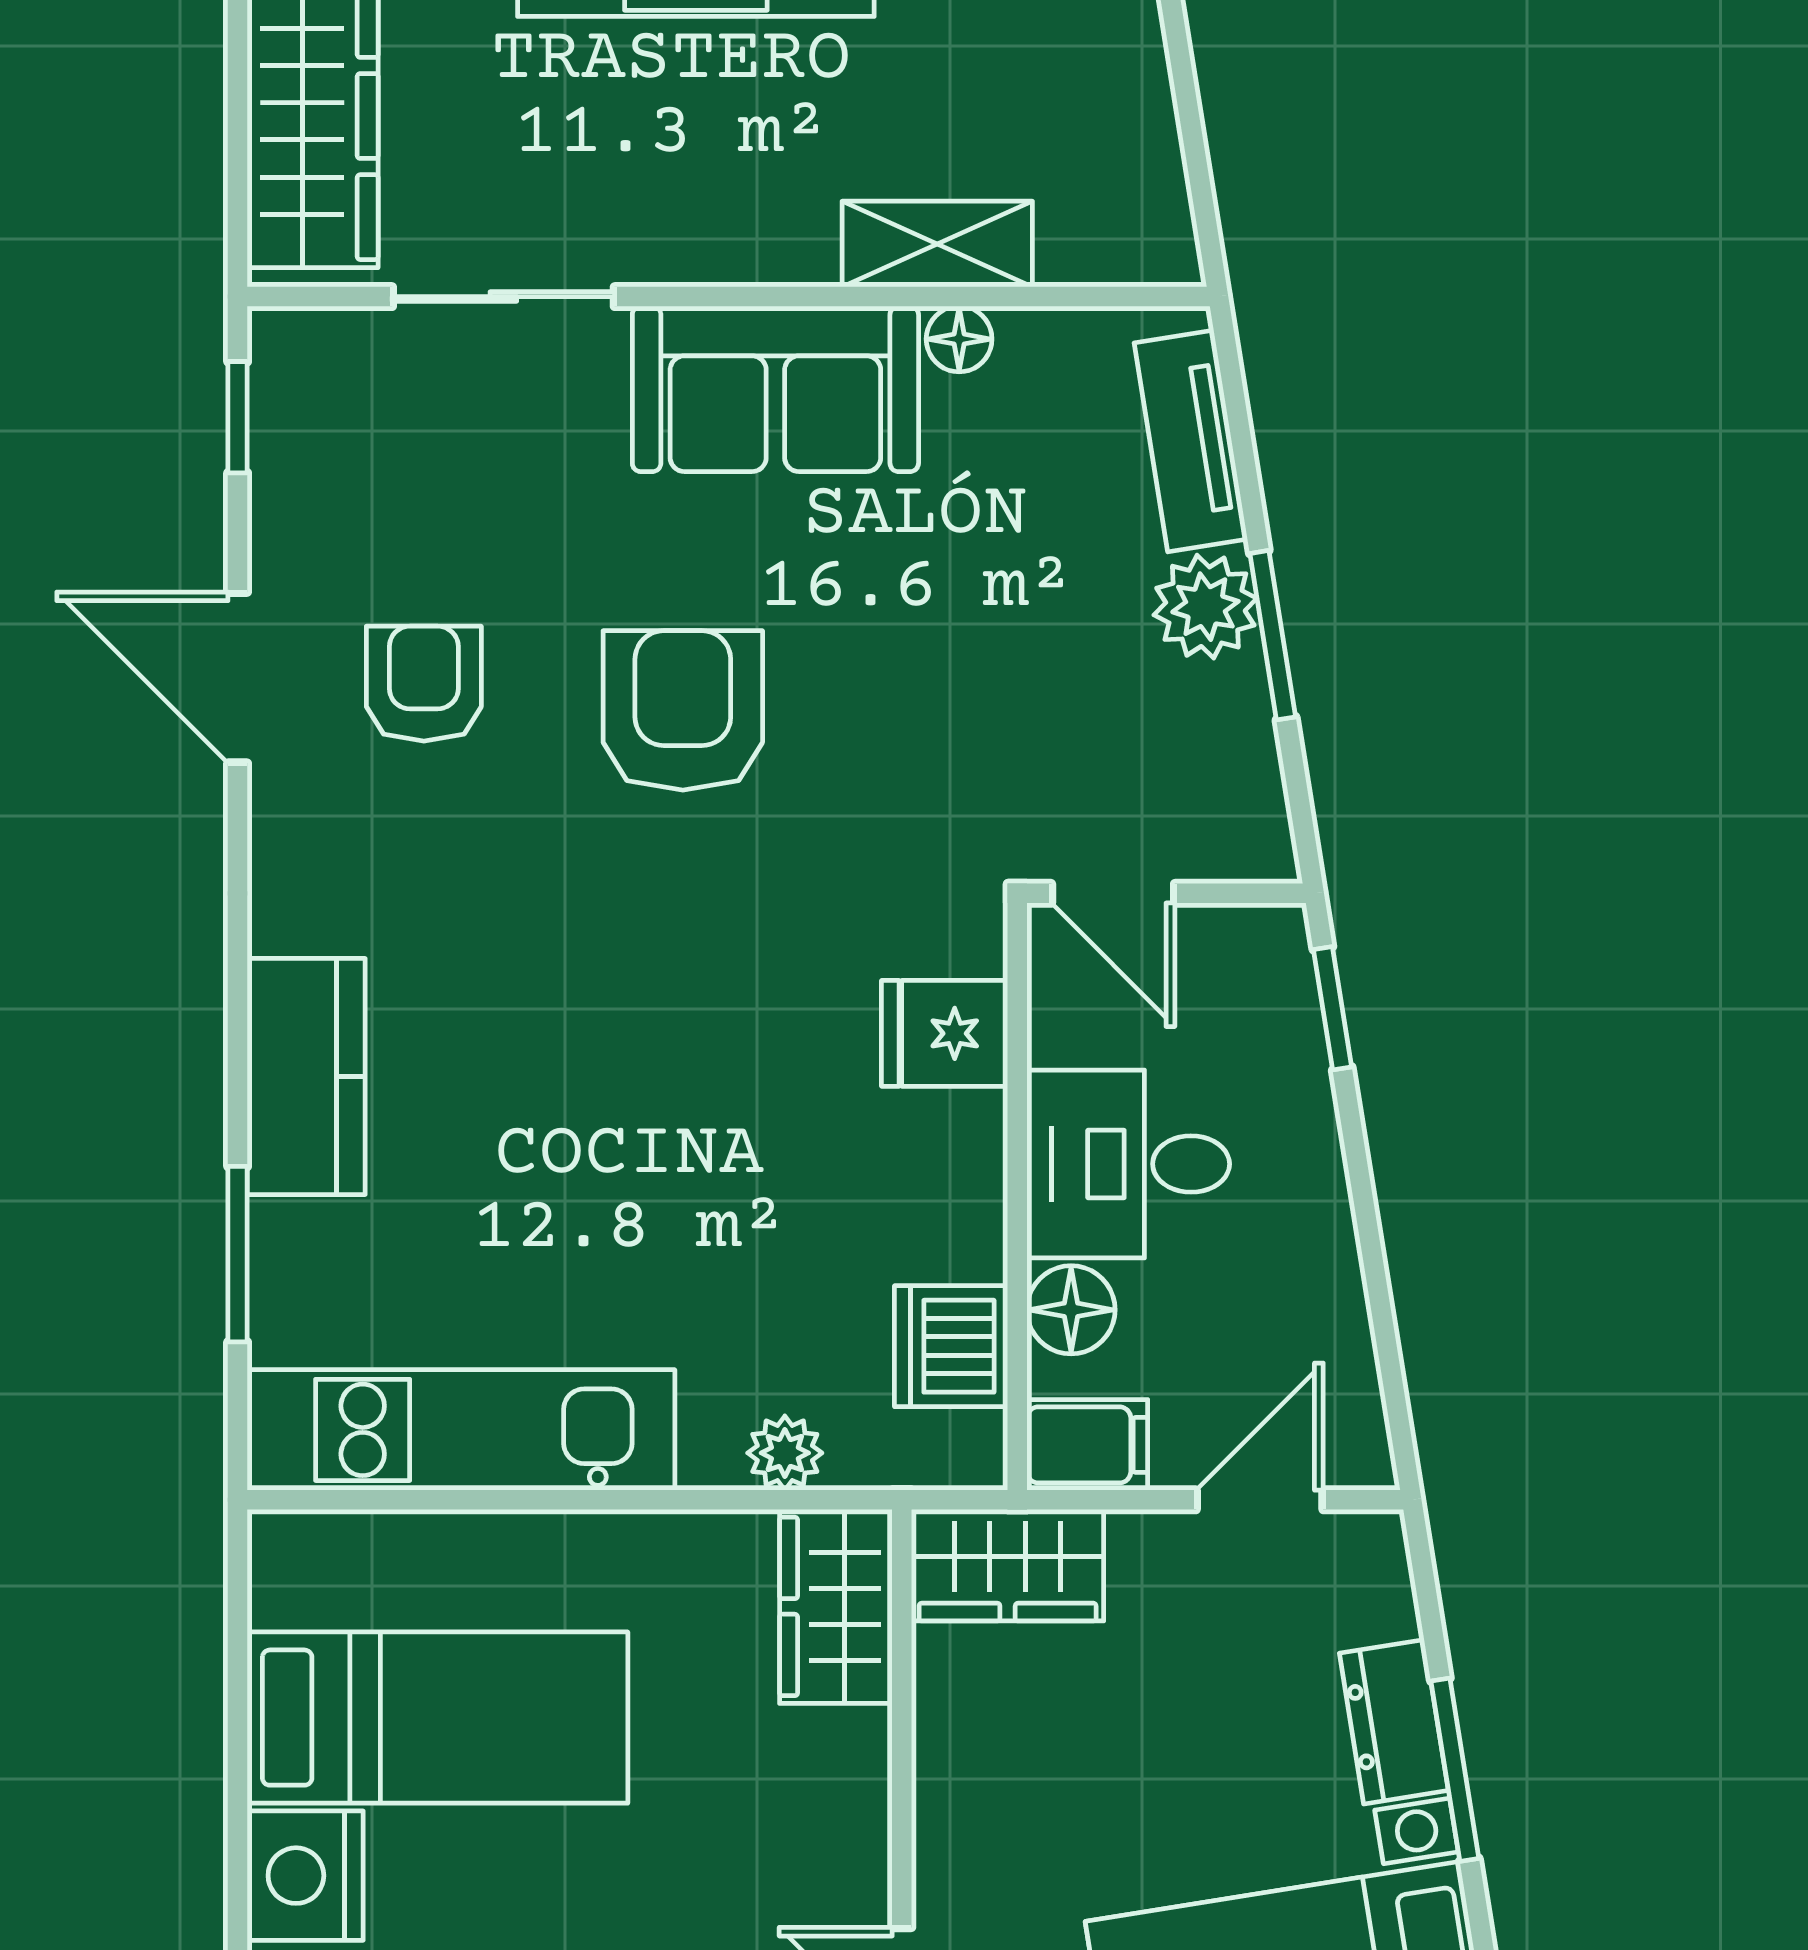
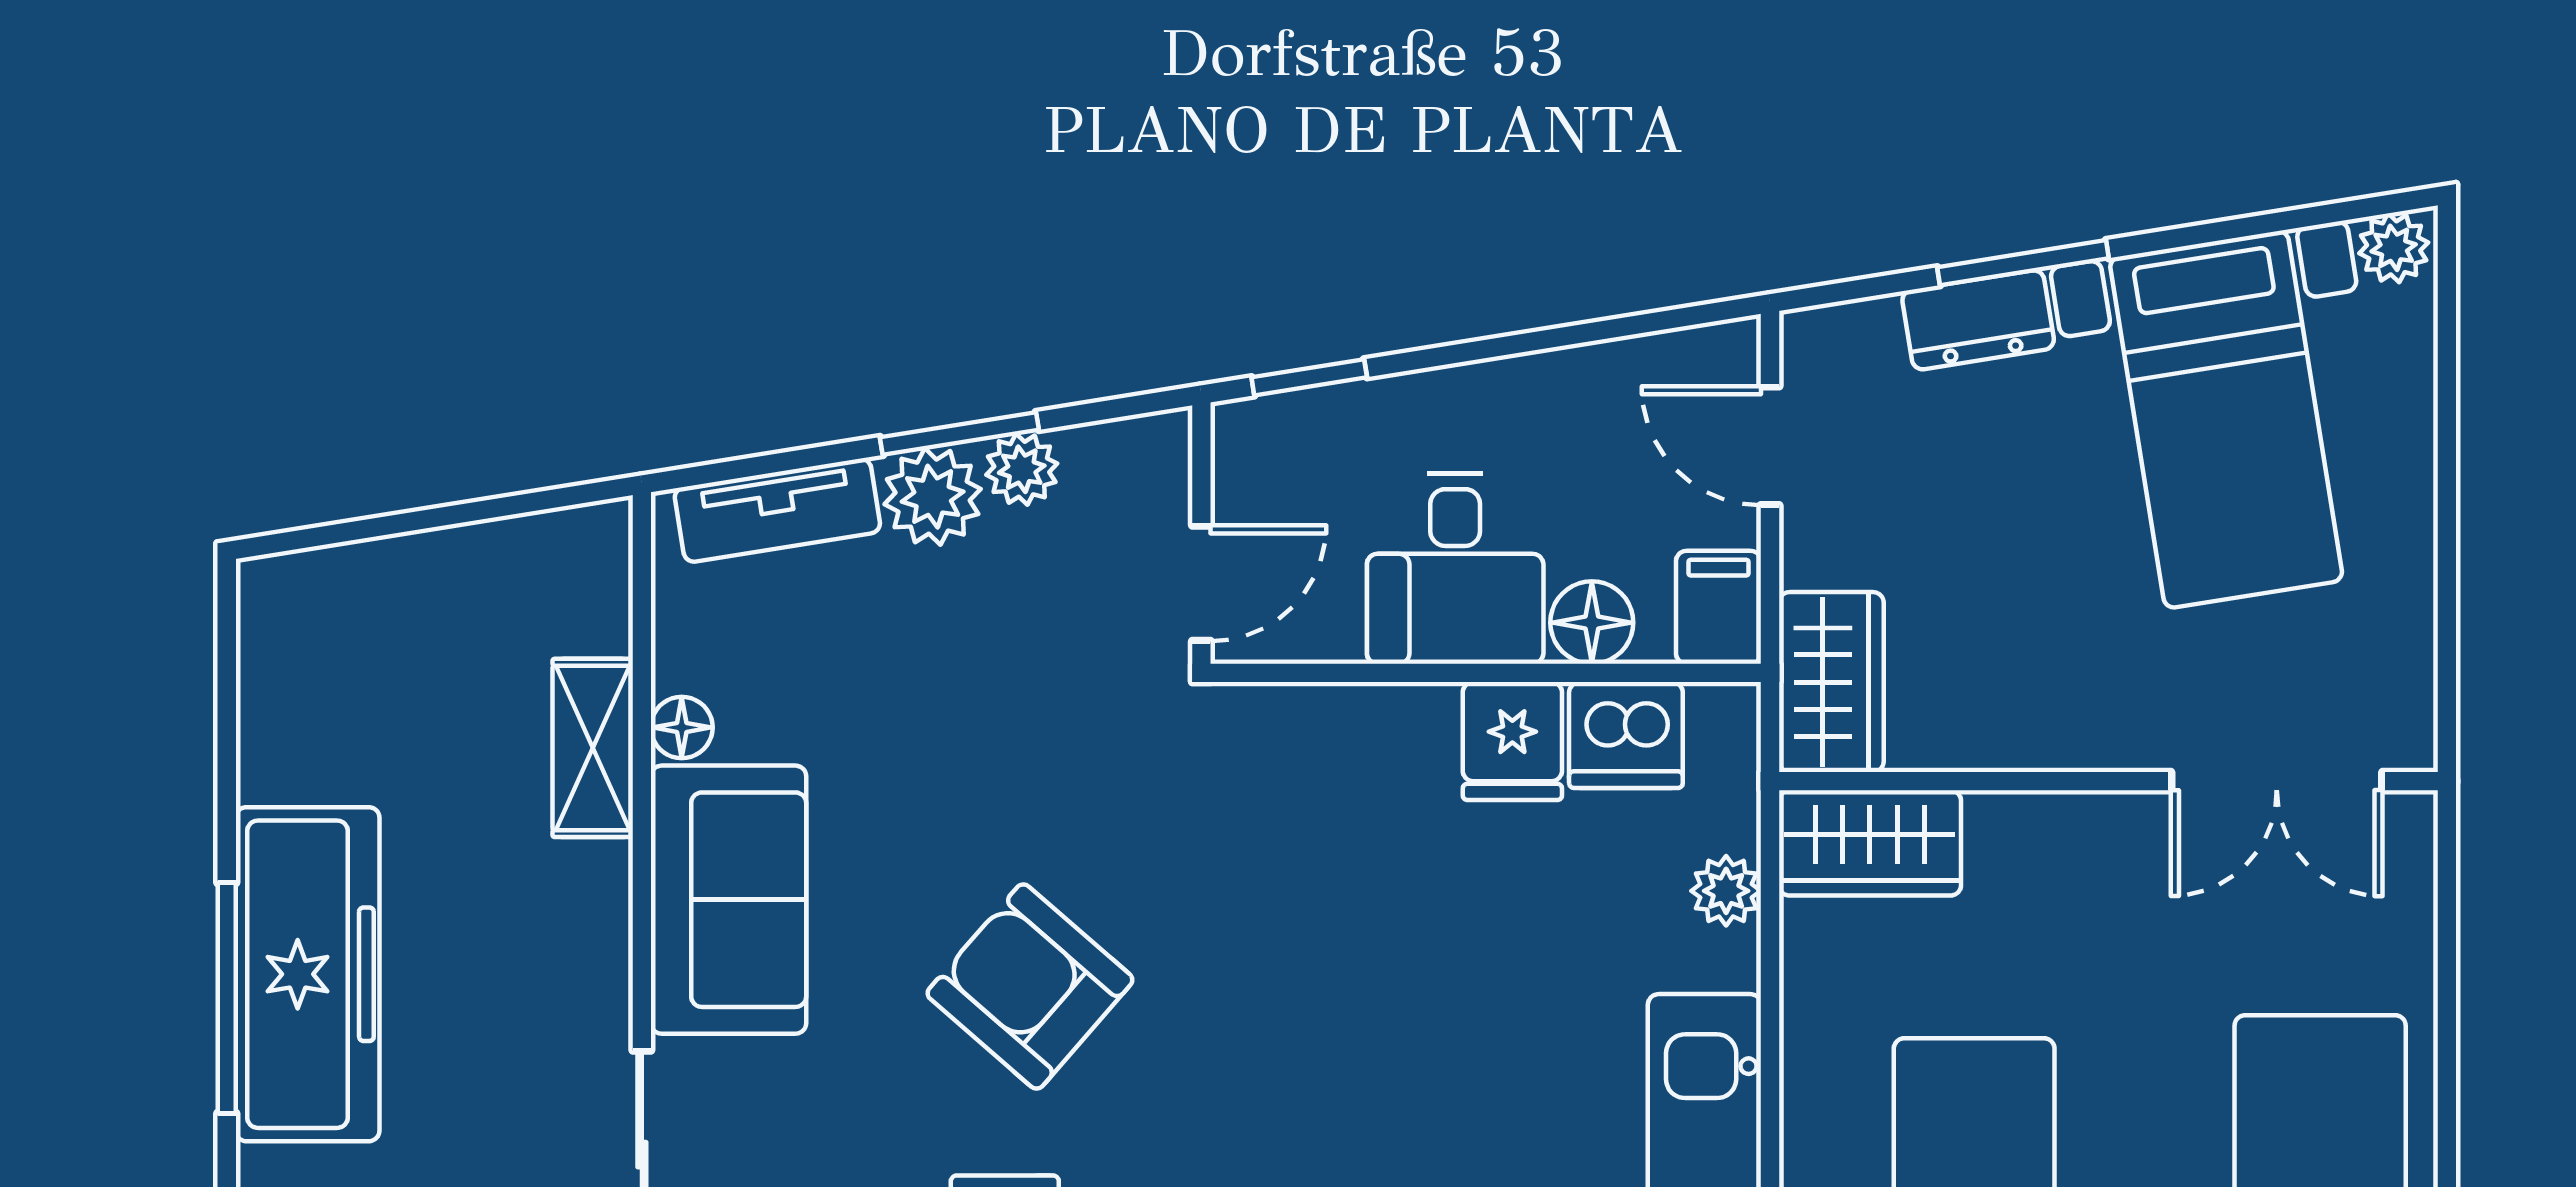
plant: (1235, 702) -> (1022, 469), added
armchair: (683, 710) -> (1030, 987), turned 41
fridge: (945, 1033) -> (1512, 741), moved

